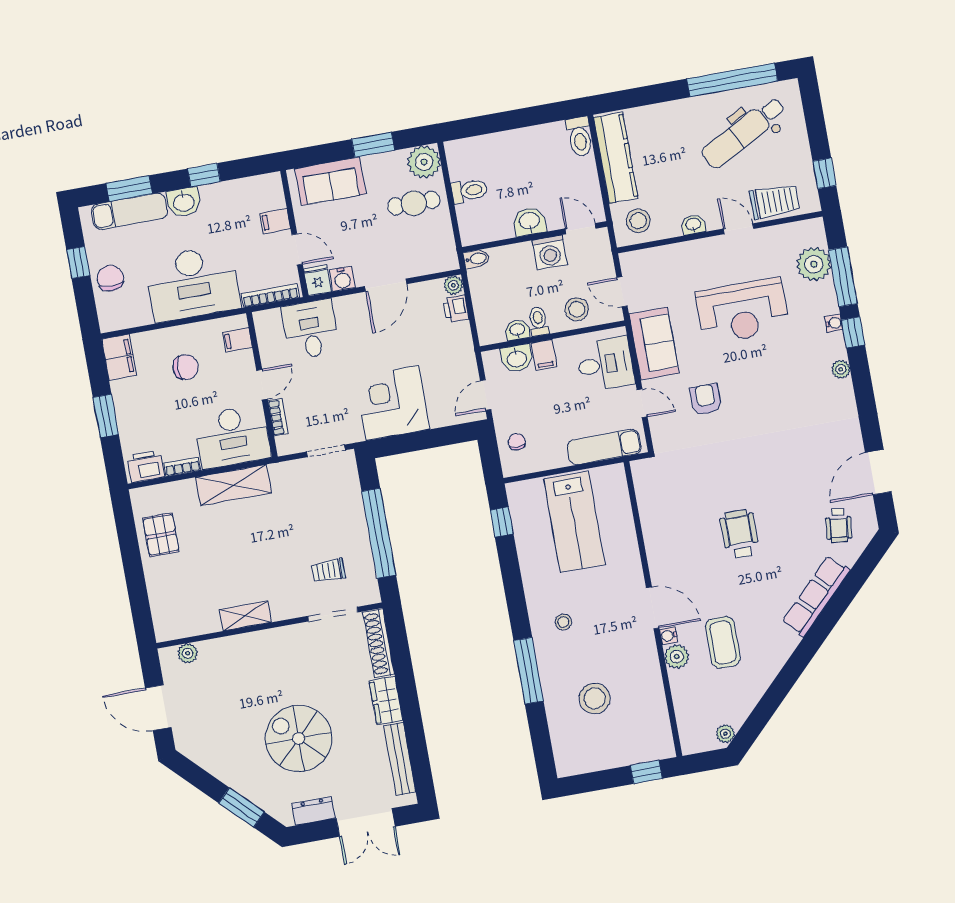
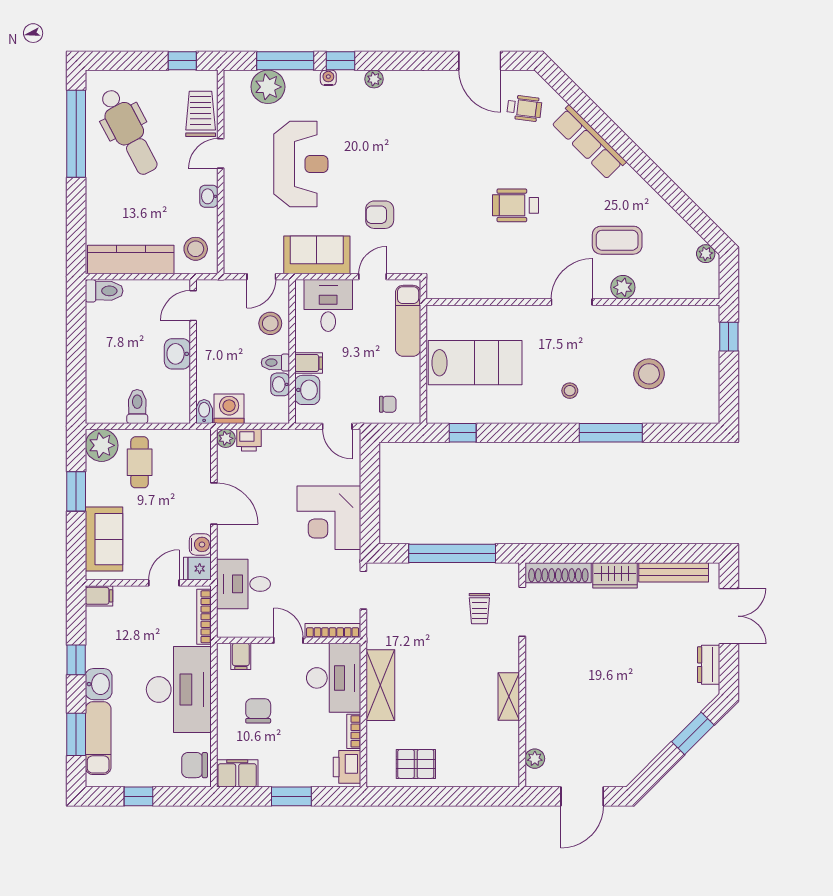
filing cabinet: (275, 221) -> (99, 596), moved, turned -90
washing machine: (550, 252) -> (229, 409), moved, turned -90
chair: (110, 278) -> (195, 765), moved
bookcase: (278, 417) -> (333, 631), width x1.56
chair: (517, 442) -> (388, 404), turned 180
water cooler: (669, 636) -> (601, 291), removed
spiral stairs: (299, 739) -> (636, 666), removed

